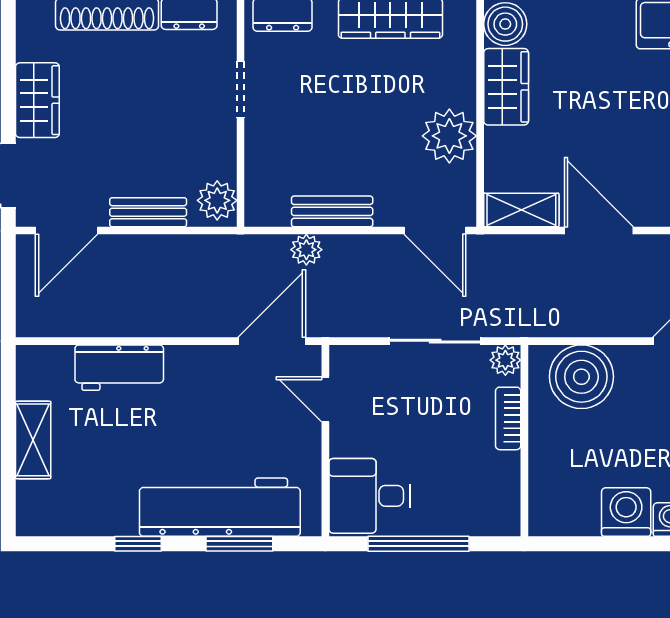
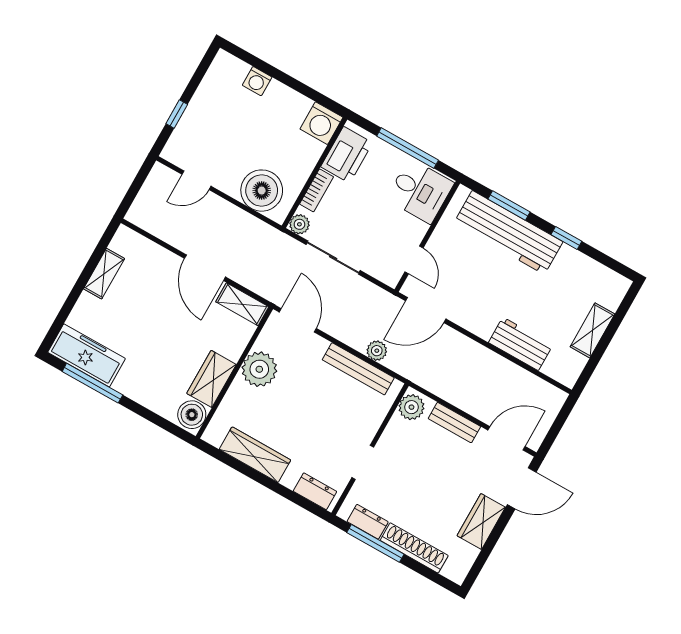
bench: (332, 211) -> (358, 369), width x1.36
printer: (495, 489) -> (347, 155), added
washing machine: (626, 512) -> (321, 123), moved

